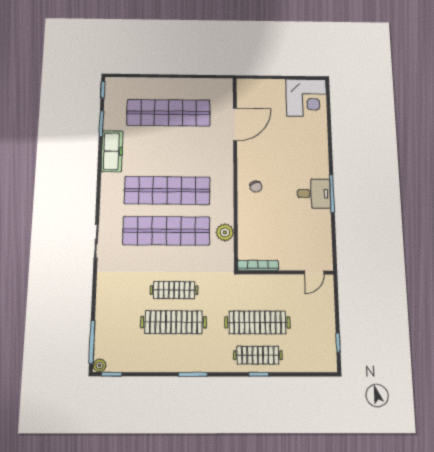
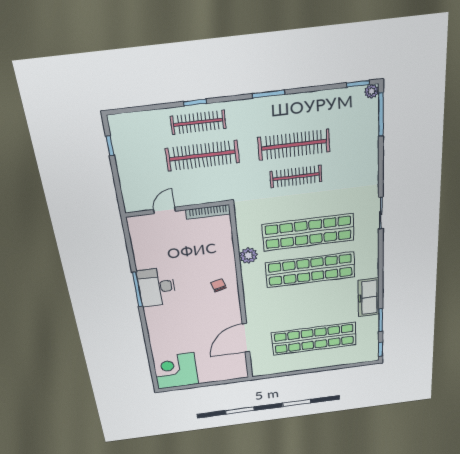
desk: (314, 194) -> (157, 287), width x1.37
plant: (225, 232) -> (248, 256), moved
door: (314, 273) -> (164, 210), moved

